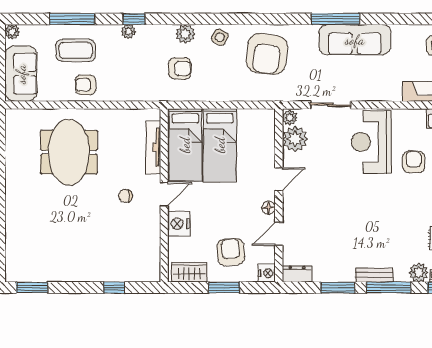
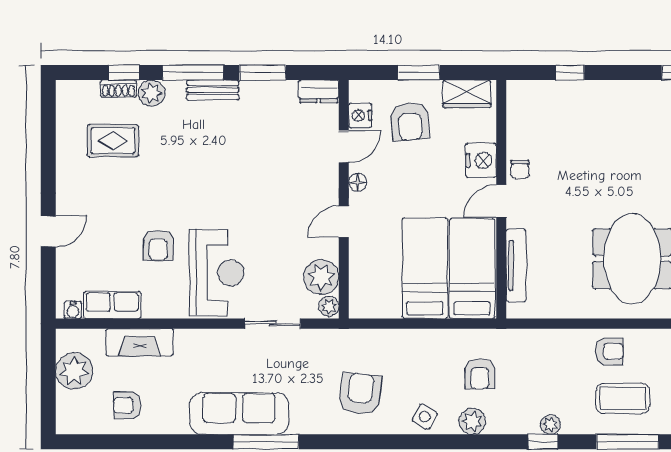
armchair: (267, 54) -> (360, 394), width x0.73, depth x0.73
armchair: (180, 68) -> (480, 374), turned -90
chair: (125, 196) -> (520, 169), moved, turned 90
nightstand: (267, 273) -> (360, 115), moved

